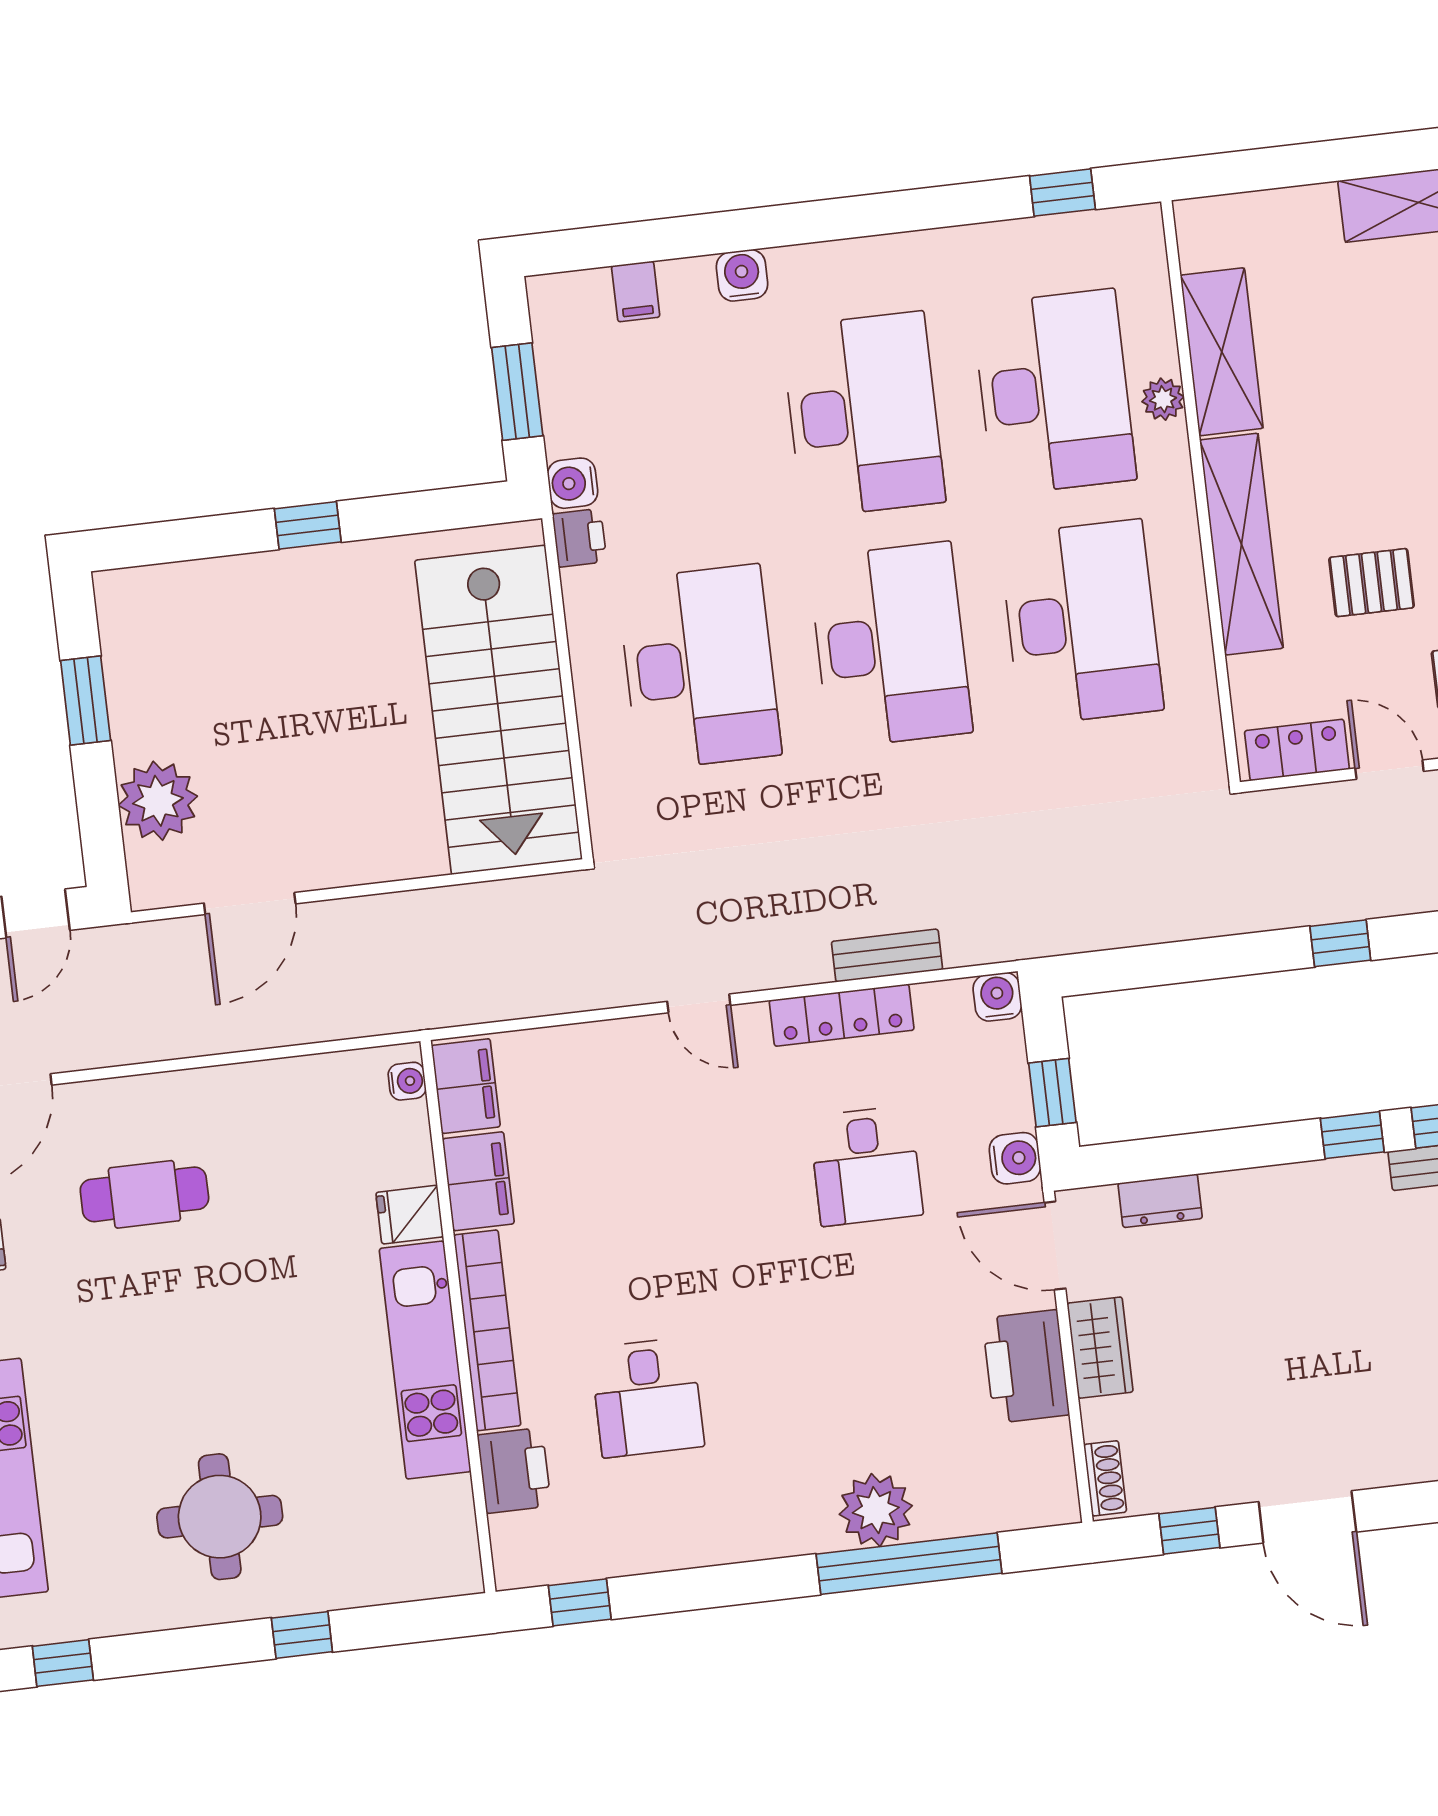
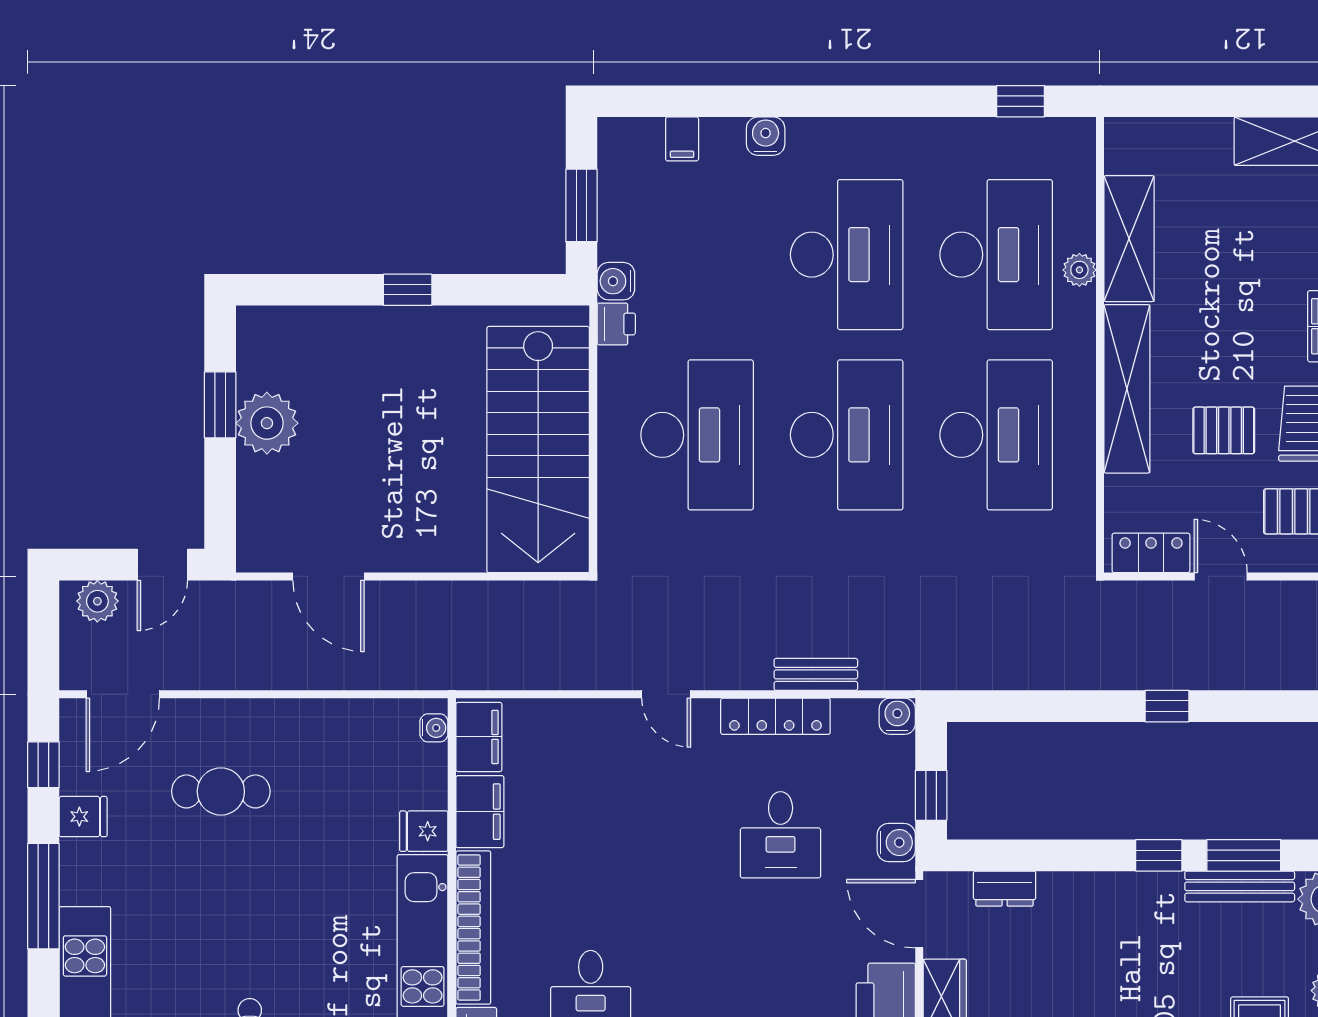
plant: (158, 801) -> (267, 423), moved
door: (250, 904) -> (329, 576), hinge flipped

